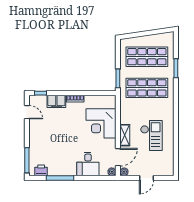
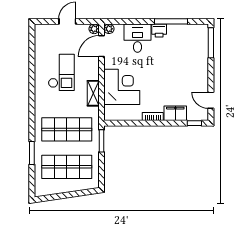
shelving: (125, 135) -> (93, 93), moved
checkout: (151, 135) -> (61, 72), turned 180
printer: (41, 170) -> (159, 30), moved

